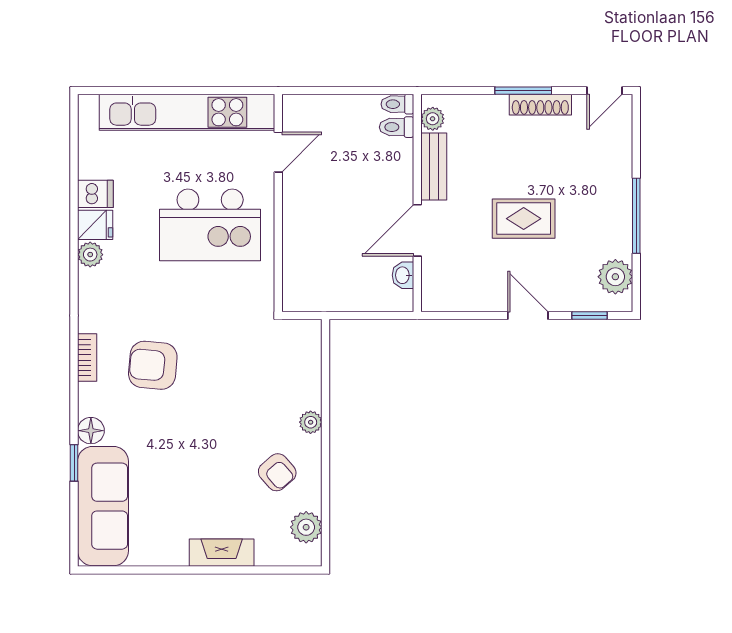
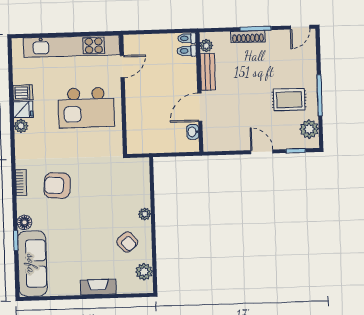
shoe rack: (540, 105) -> (248, 37), moved
rug: (524, 219) -> (289, 100), moved

